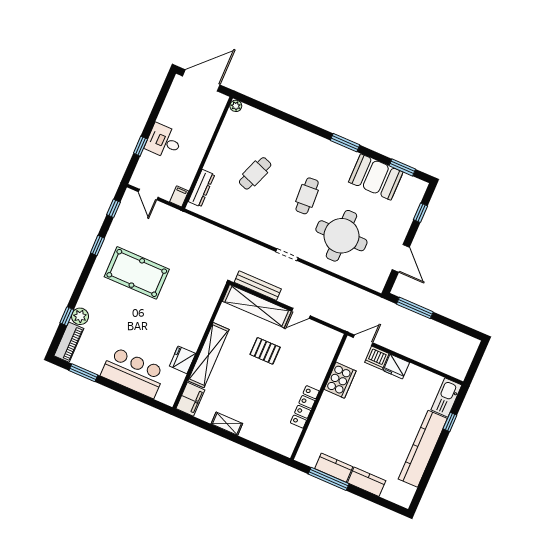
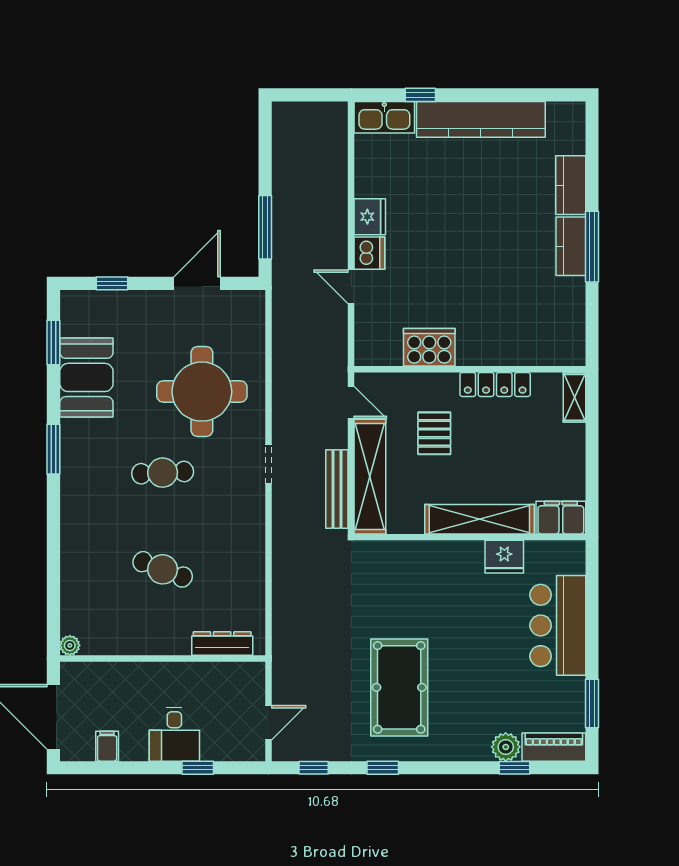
filing cabinet: (179, 196) -> (107, 746), moved, turned 90
cooker: (340, 380) -> (429, 347), moved
wall: (319, 397) -> (470, 369), moved
locker: (305, 407) -> (495, 384), moved
shelving: (227, 424) -> (574, 397), moved

